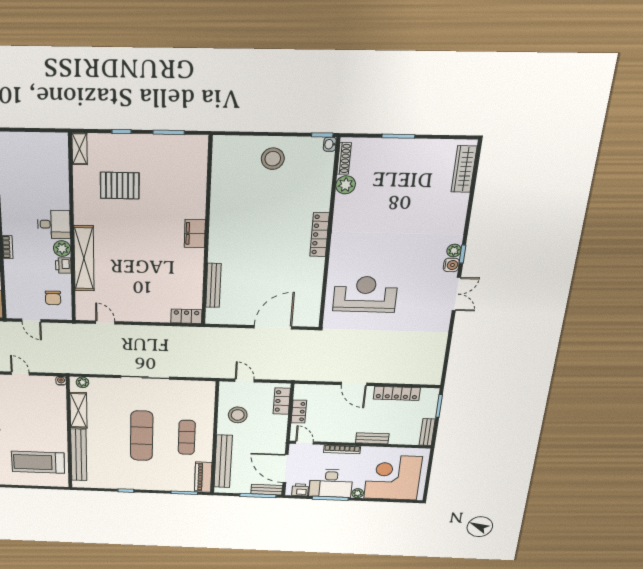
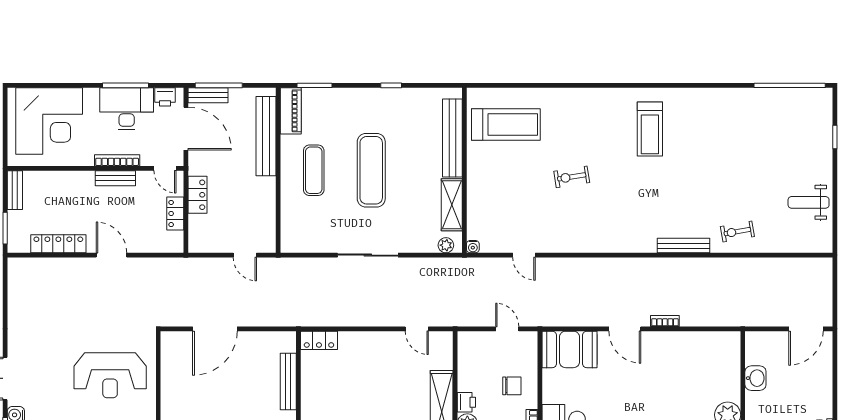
chair: (53, 298) -> (512, 386), moved, turned 90
locker: (282, 401) -> (198, 195), moved
stool: (238, 415) -> (251, 206), removed
bench: (372, 438) -> (115, 178), moved
plant: (358, 493) -> (91, 95), removed

